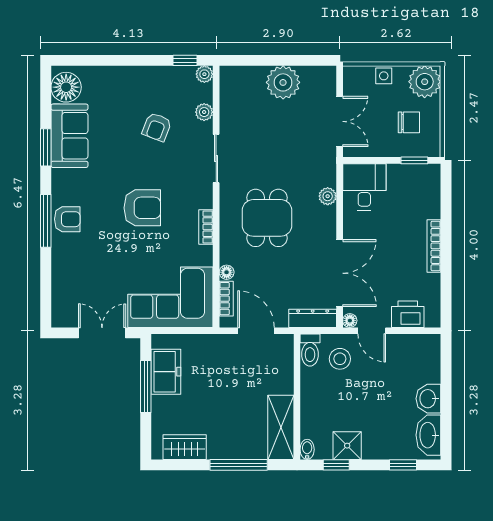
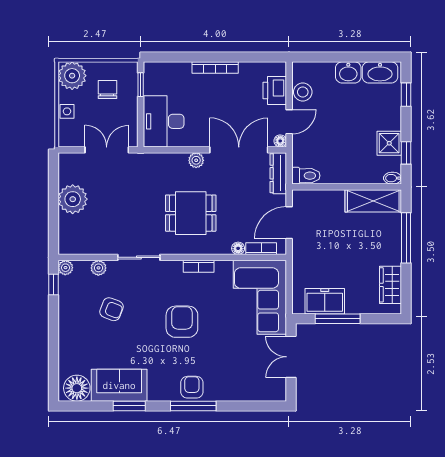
desk: (364, 187) -> (164, 121), width x1.37
plant: (328, 196) -> (196, 160), moved
stool: (340, 359) -> (303, 92), moved

